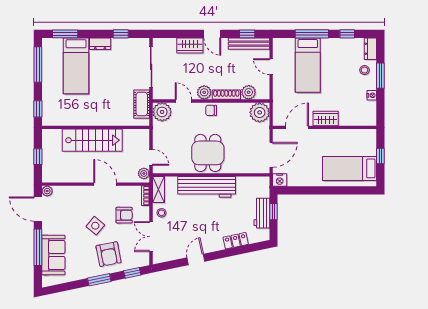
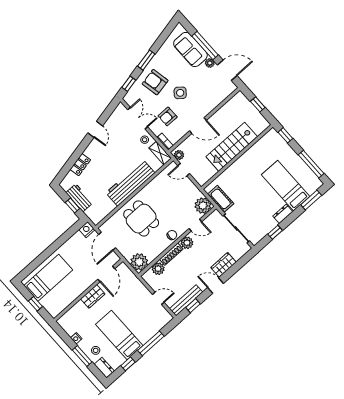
bed: (308, 65) -> (119, 335), moved
dining table: (208, 153) -> (141, 219), moved
plant: (47, 191) -> (210, 63), moved

